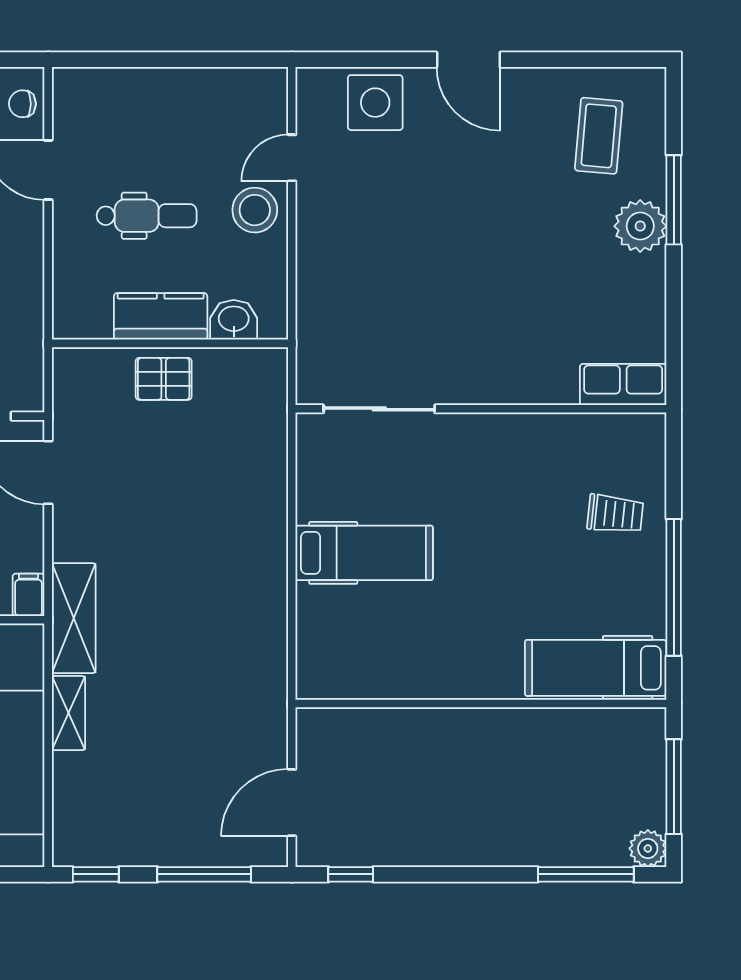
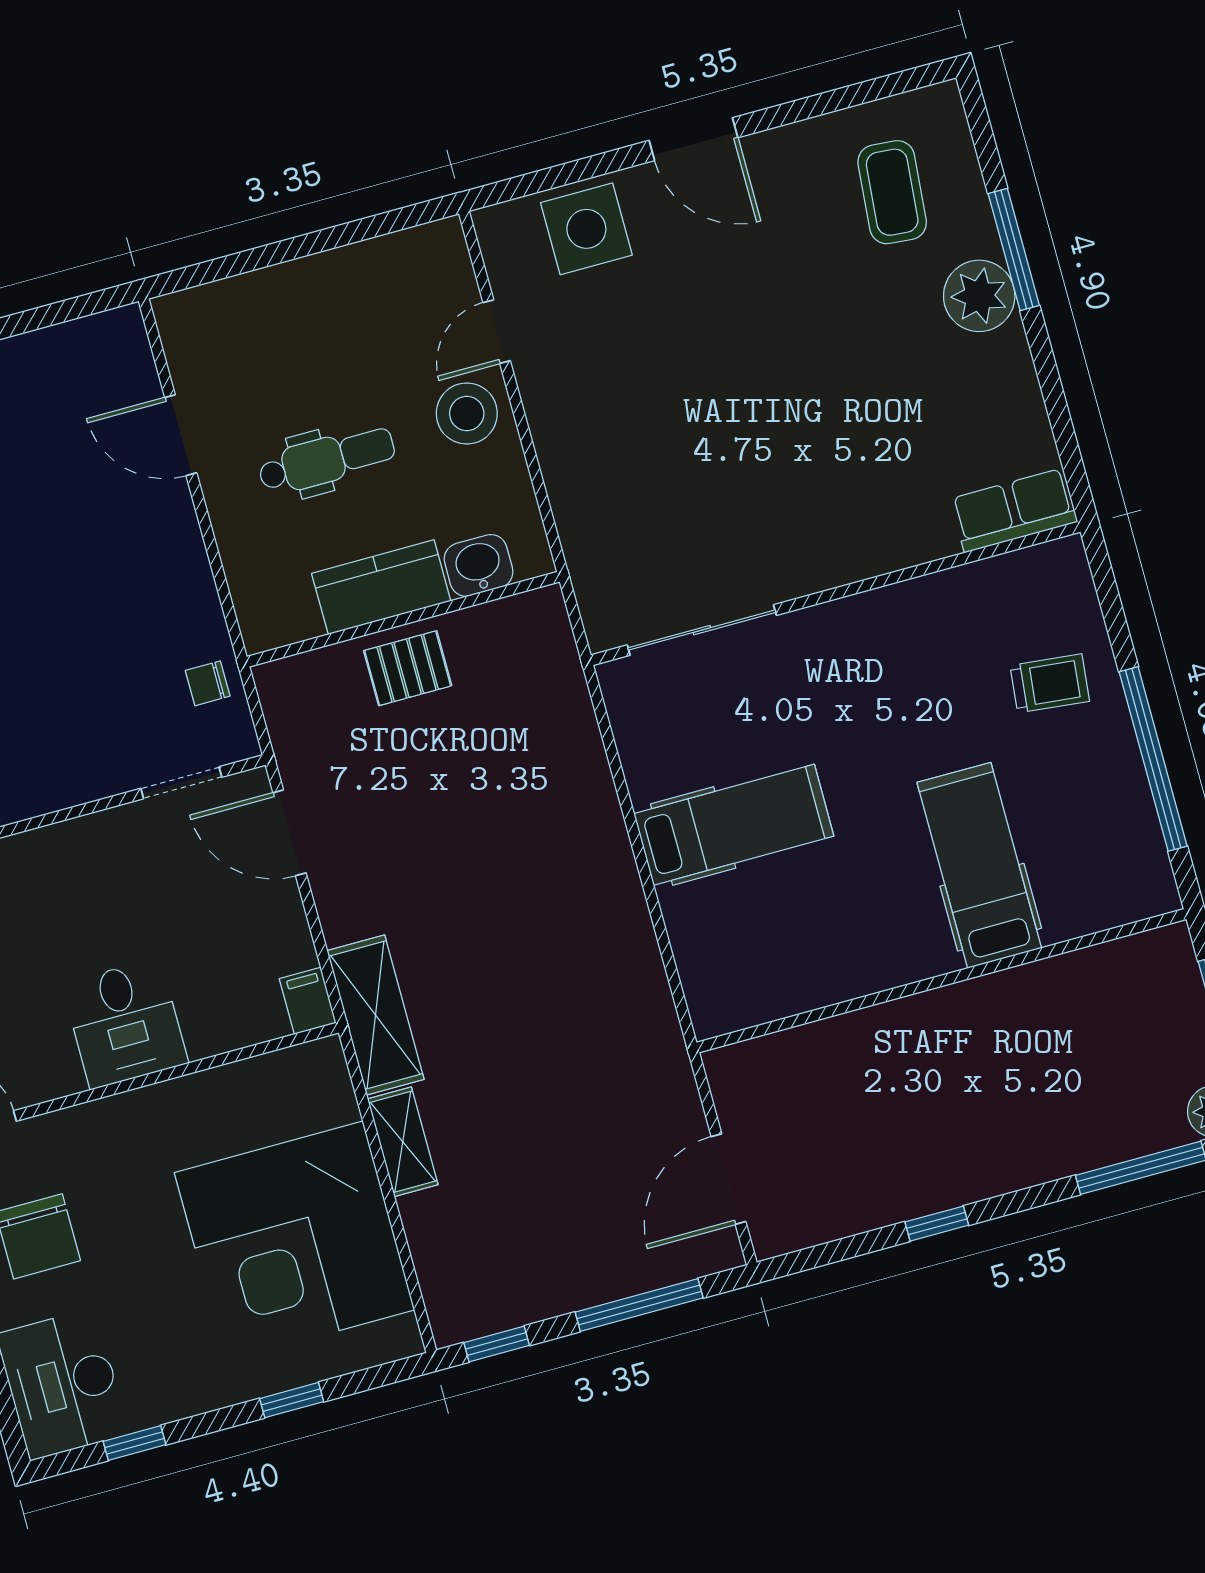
chair: (22, 104) -> (208, 683), moved
hospital bed: (596, 668) -> (979, 865), moved, turned 90
window: (351, 874) -> (937, 1224), moved

